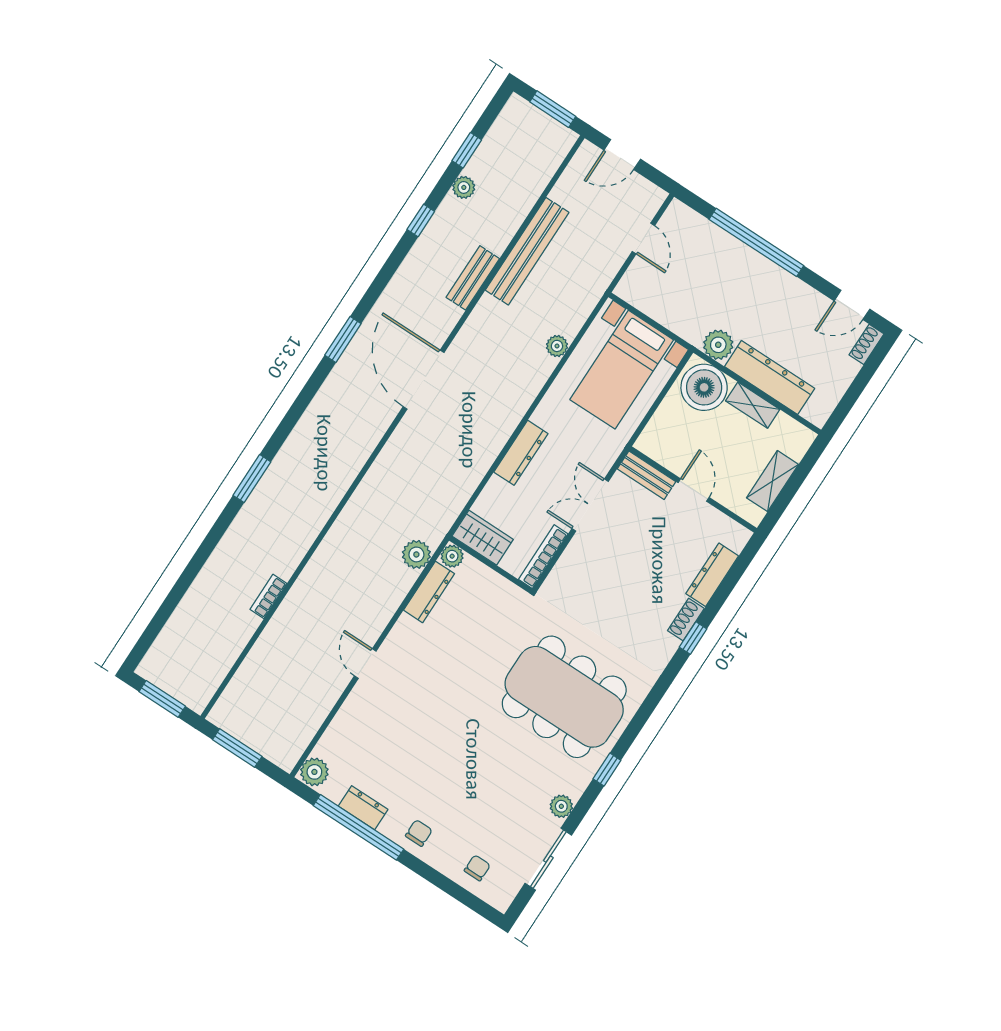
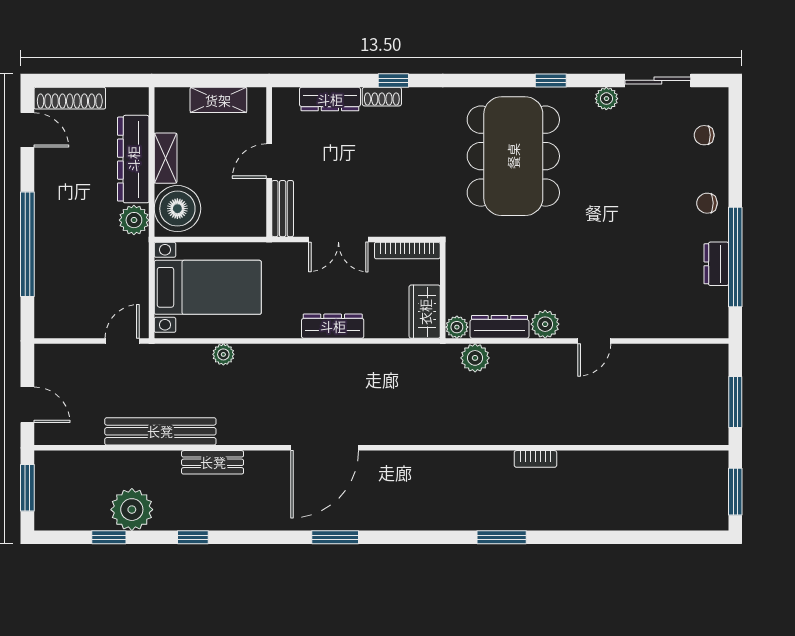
plant: (464, 187) -> (132, 510), width x1.88, depth x1.88
door: (643, 239) -> (122, 341), moved
shoe rack: (867, 344) -> (70, 98), width x1.94, depth x1.24
bookcase: (268, 596) -> (535, 459), moved
plant: (314, 772) -> (545, 324), moved

